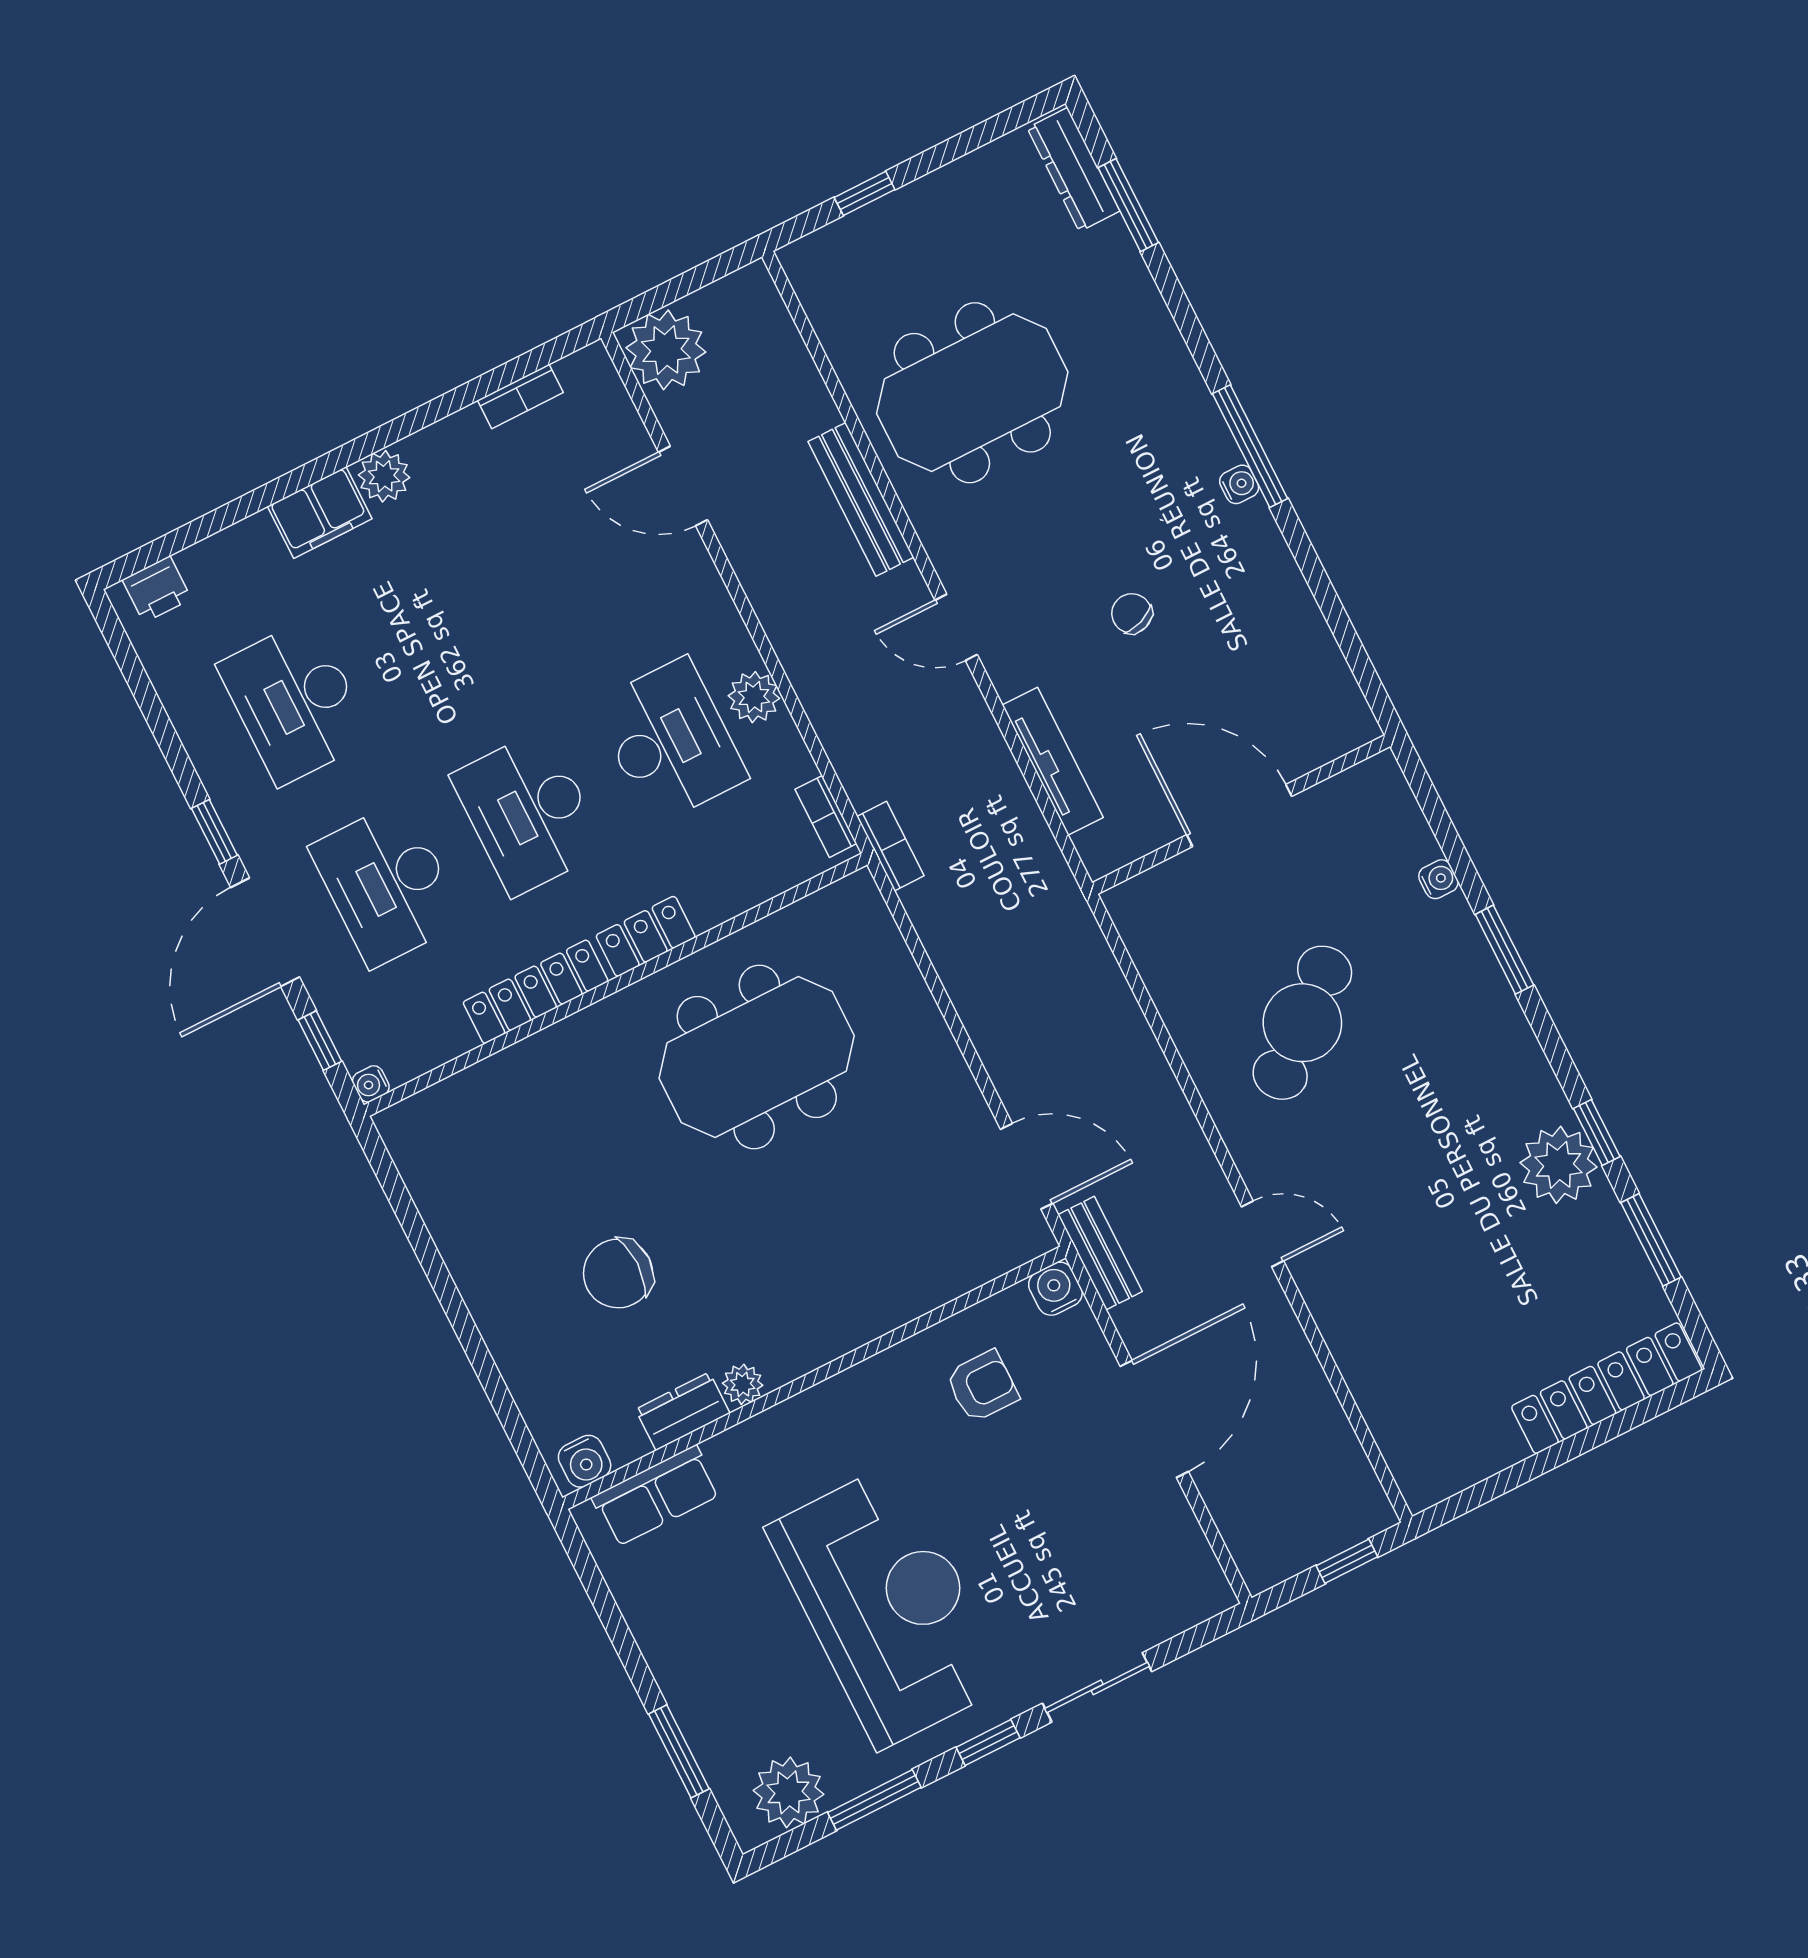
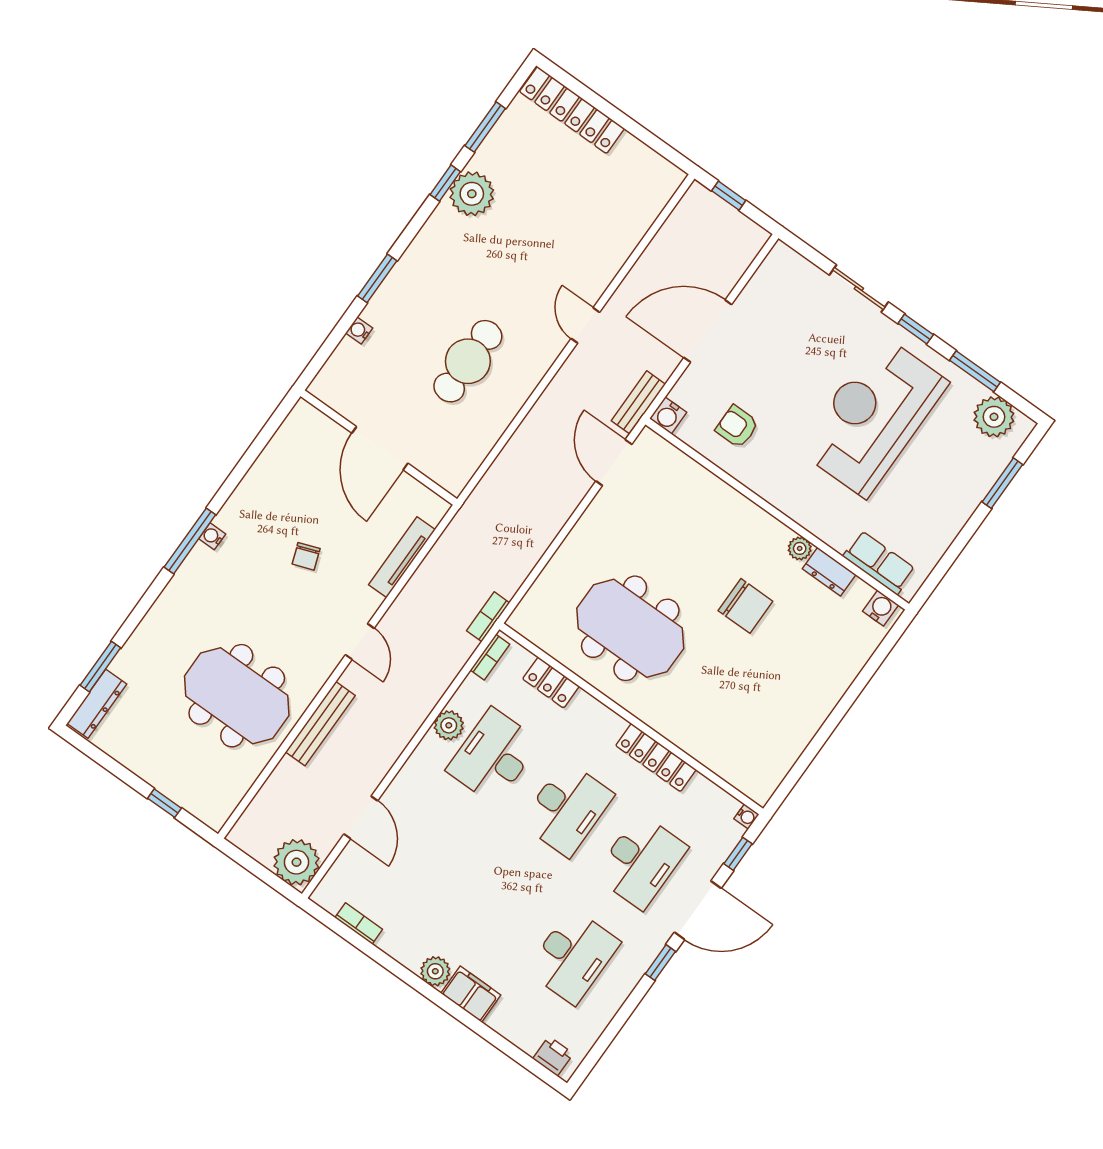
locker: (646, 936) -> (551, 683), moved
cafe table: (1302, 1023) -> (468, 361), turned -50
chair: (618, 1273) -> (745, 606), moved

